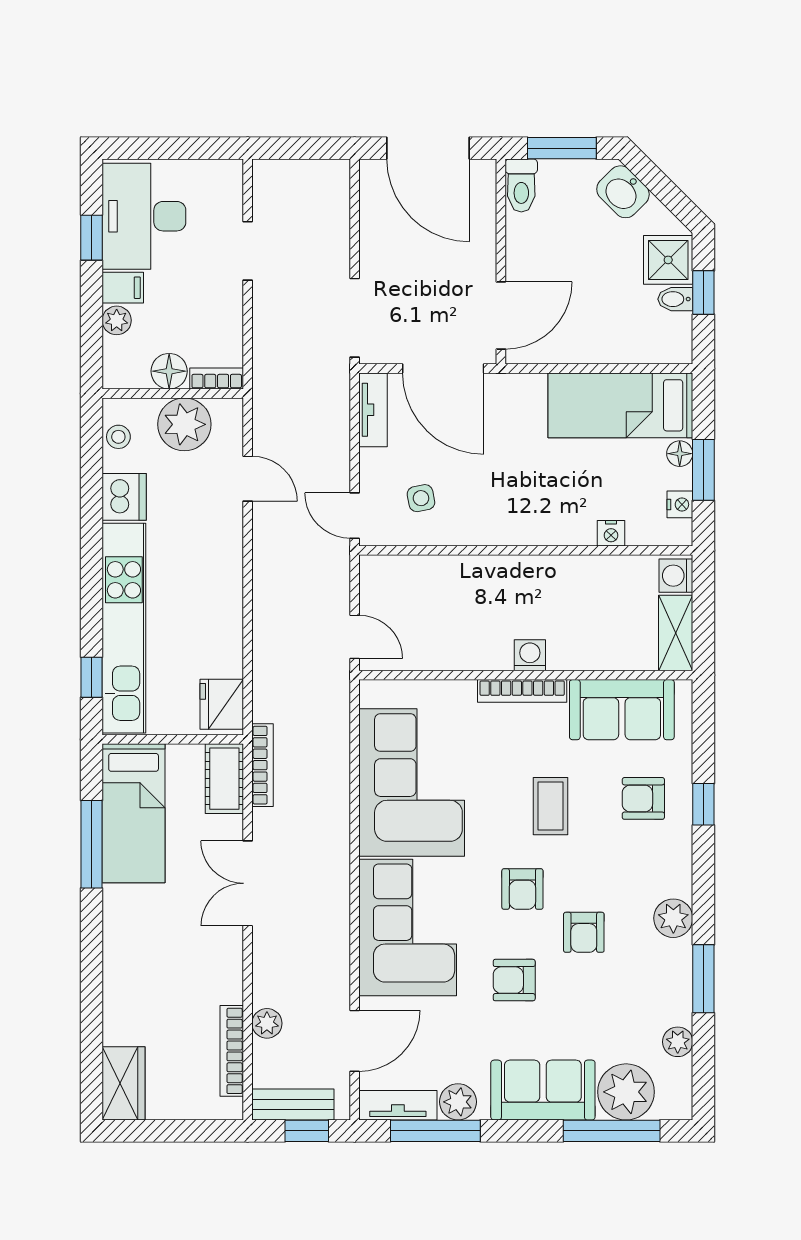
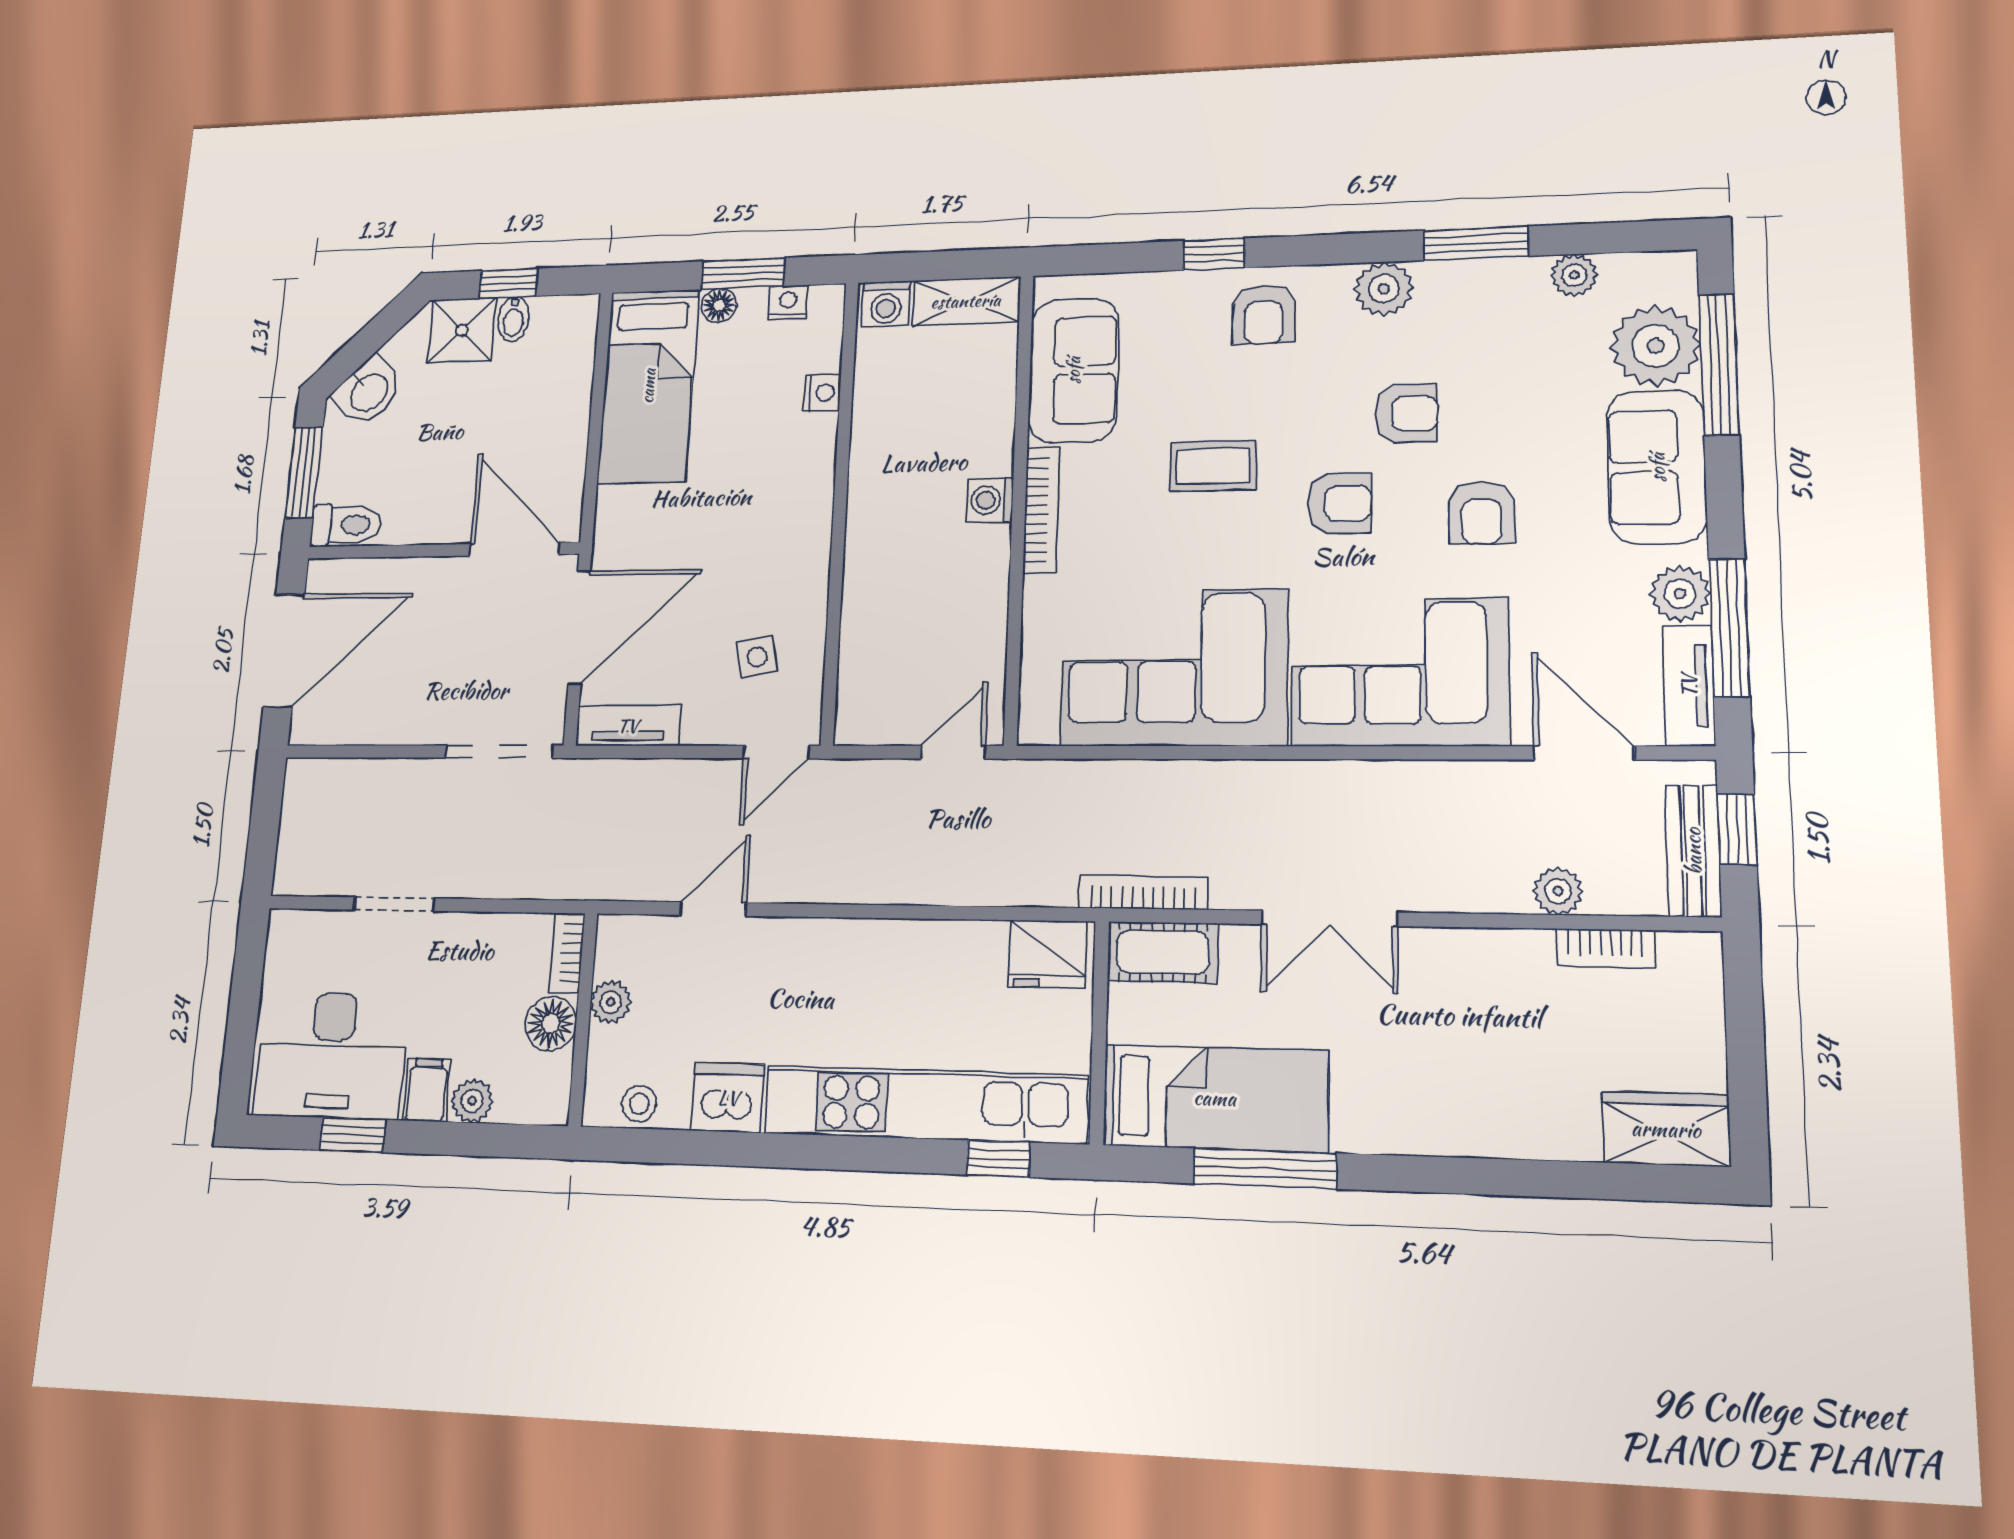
plant: (184, 424) -> (611, 1002), width x0.53, depth x0.53
armchair: (643, 798) -> (1264, 314), moved
bookcase: (232, 1051) -> (1606, 948), width x0.64

